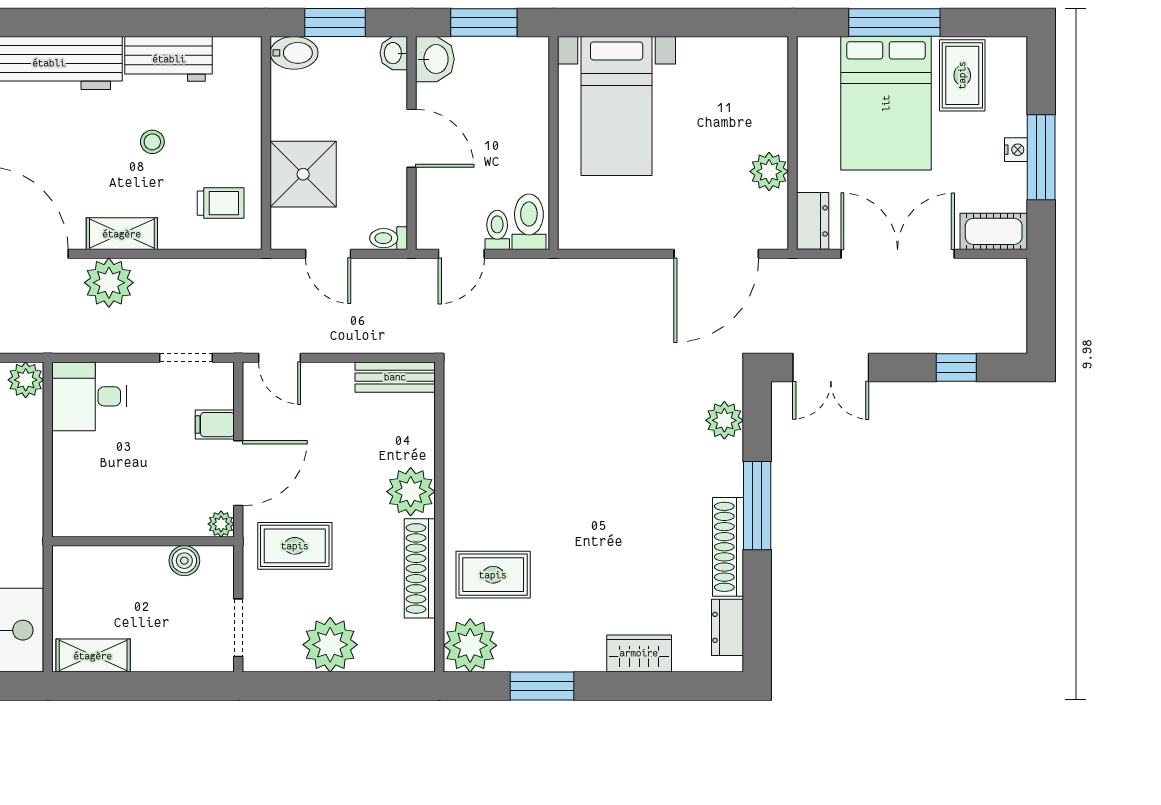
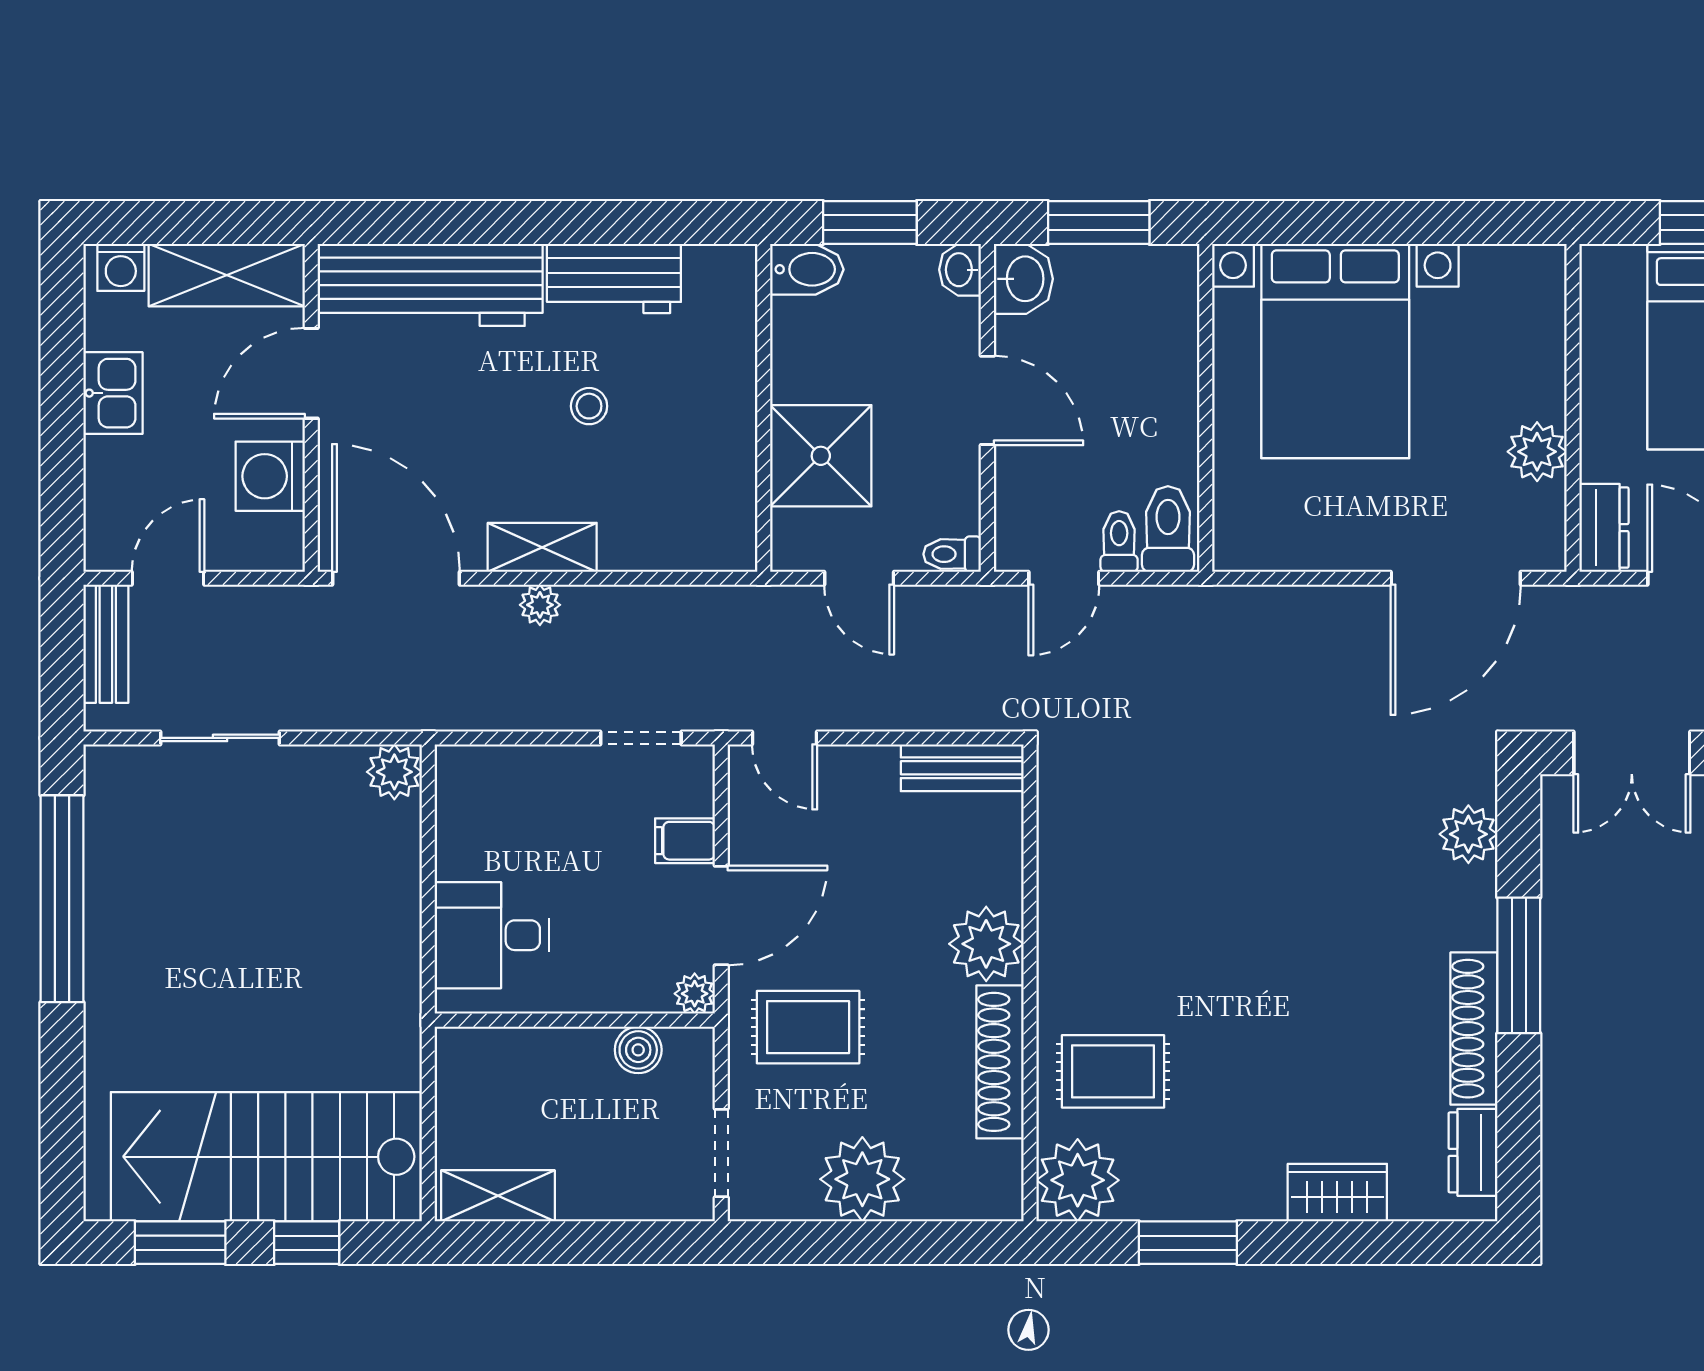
bed with nightstands: (617, 106) -> (1335, 351), width x1.36
trolley: (221, 203) -> (694, 500), removed
plant: (109, 283) -> (540, 605), width x0.53, depth x0.53
desk: (89, 396) -> (492, 935), moved

